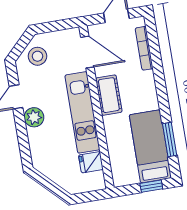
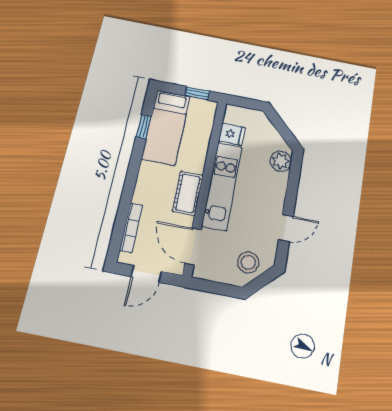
plant: (34, 117) -> (281, 161), moved
window: (170, 139) -> (144, 127), width x0.67
window: (151, 186) -> (197, 93), moved

